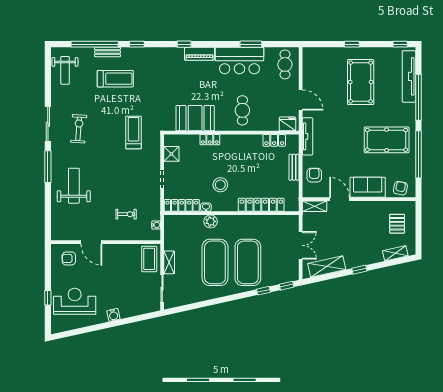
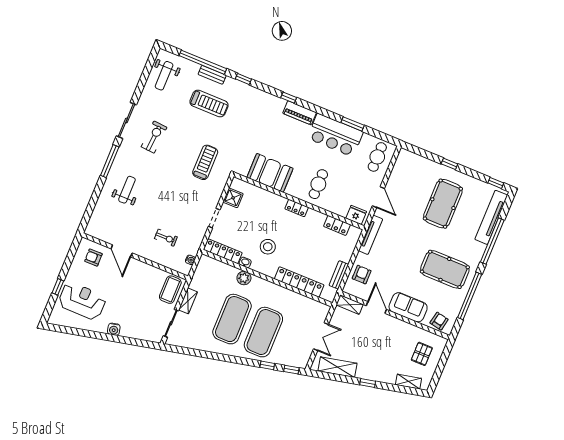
locker: (210, 140) -> (297, 208), moved
bench: (294, 167) -> (339, 275), moved
weight bench: (74, 186) -> (127, 190), width x0.73, depth x0.75

